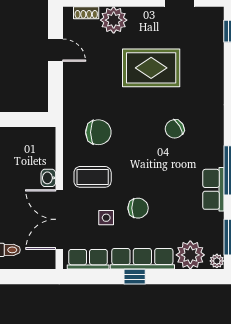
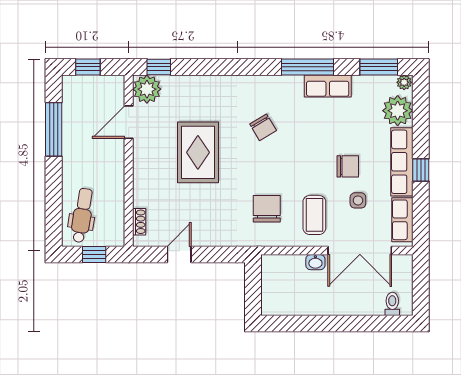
plant: (114, 20) -> (147, 89), moved
chair: (138, 208) -> (348, 166), turned 90

